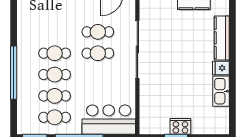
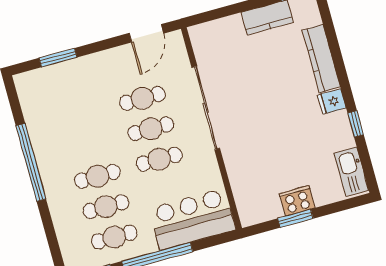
cafe table: (55, 53) -> (159, 159), moved
window: (14, 73) -> (31, 162), moved
window: (232, 87) -> (356, 124), added
kitchen sink: (221, 91) -> (351, 172), moved

